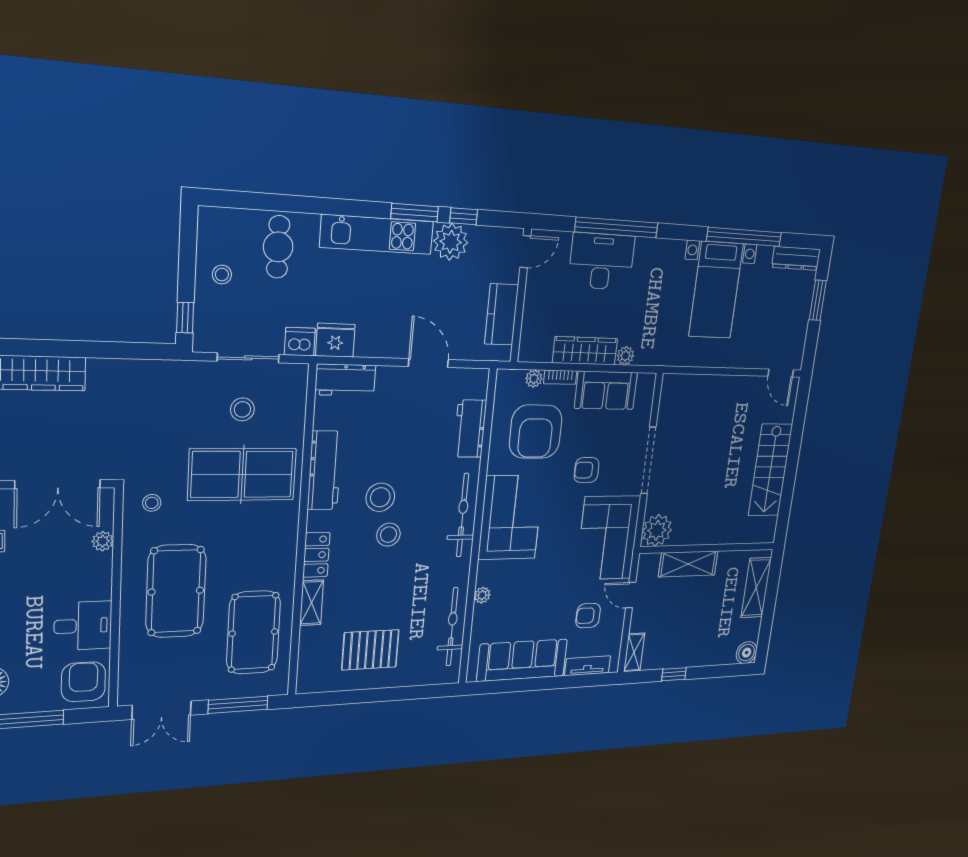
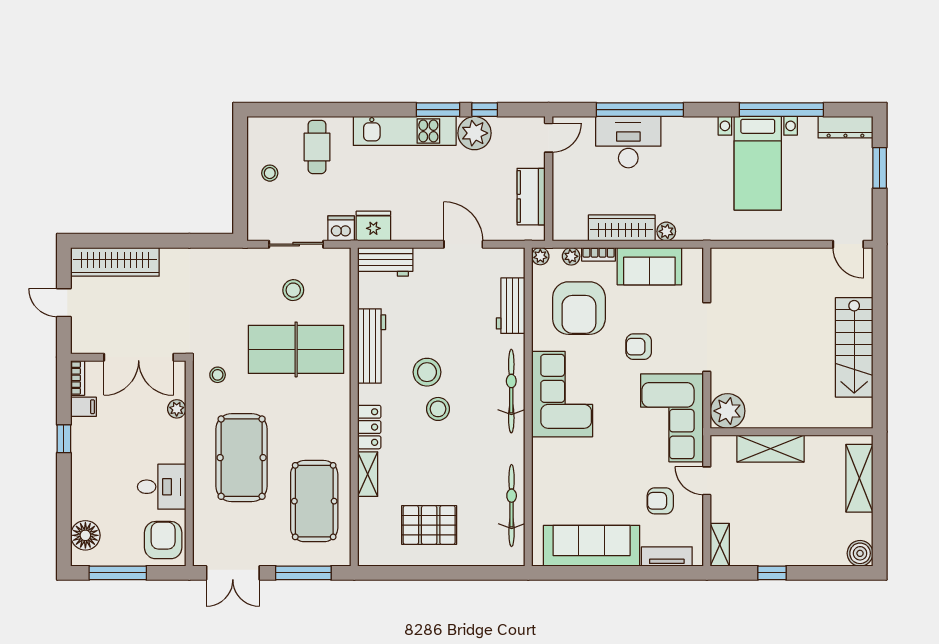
window: (185, 318) -> (240, 211), removed
plant: (482, 595) -> (540, 256), moved

